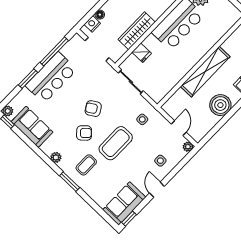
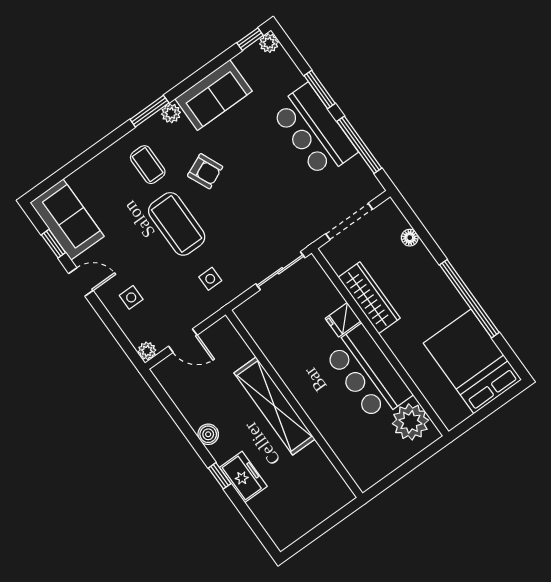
nightstand: (92, 24) -> (396, 221), removed
fridge: (142, 53) -> (343, 320), moved
boiler: (220, 105) -> (208, 434), width x0.54, depth x0.54
armchair: (93, 109) -> (245, 195), removed
sofa: (32, 127) -> (214, 95), moved
armchair: (84, 133) -> (205, 171), turned -71
window: (70, 182) -> (149, 111), moved
window: (129, 219) -> (53, 244), moved

